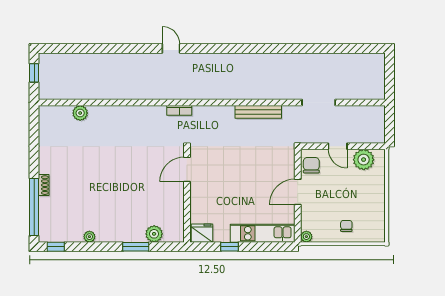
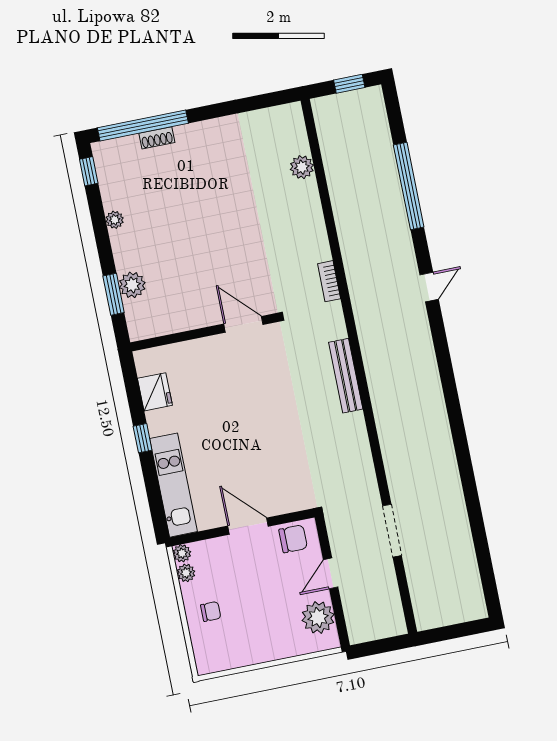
window: (105, 49) -> (409, 186), added
bookcase: (179, 110) -> (329, 281), moved
bench: (258, 112) -> (346, 376), moved
door: (187, 169) -> (243, 324), moved
shoe rack: (44, 185) -> (157, 138), moved
wall: (187, 196) -> (203, 332), moved
plant: (154, 234) -> (132, 285), moved
plant: (319, 236) -> (186, 573), added

